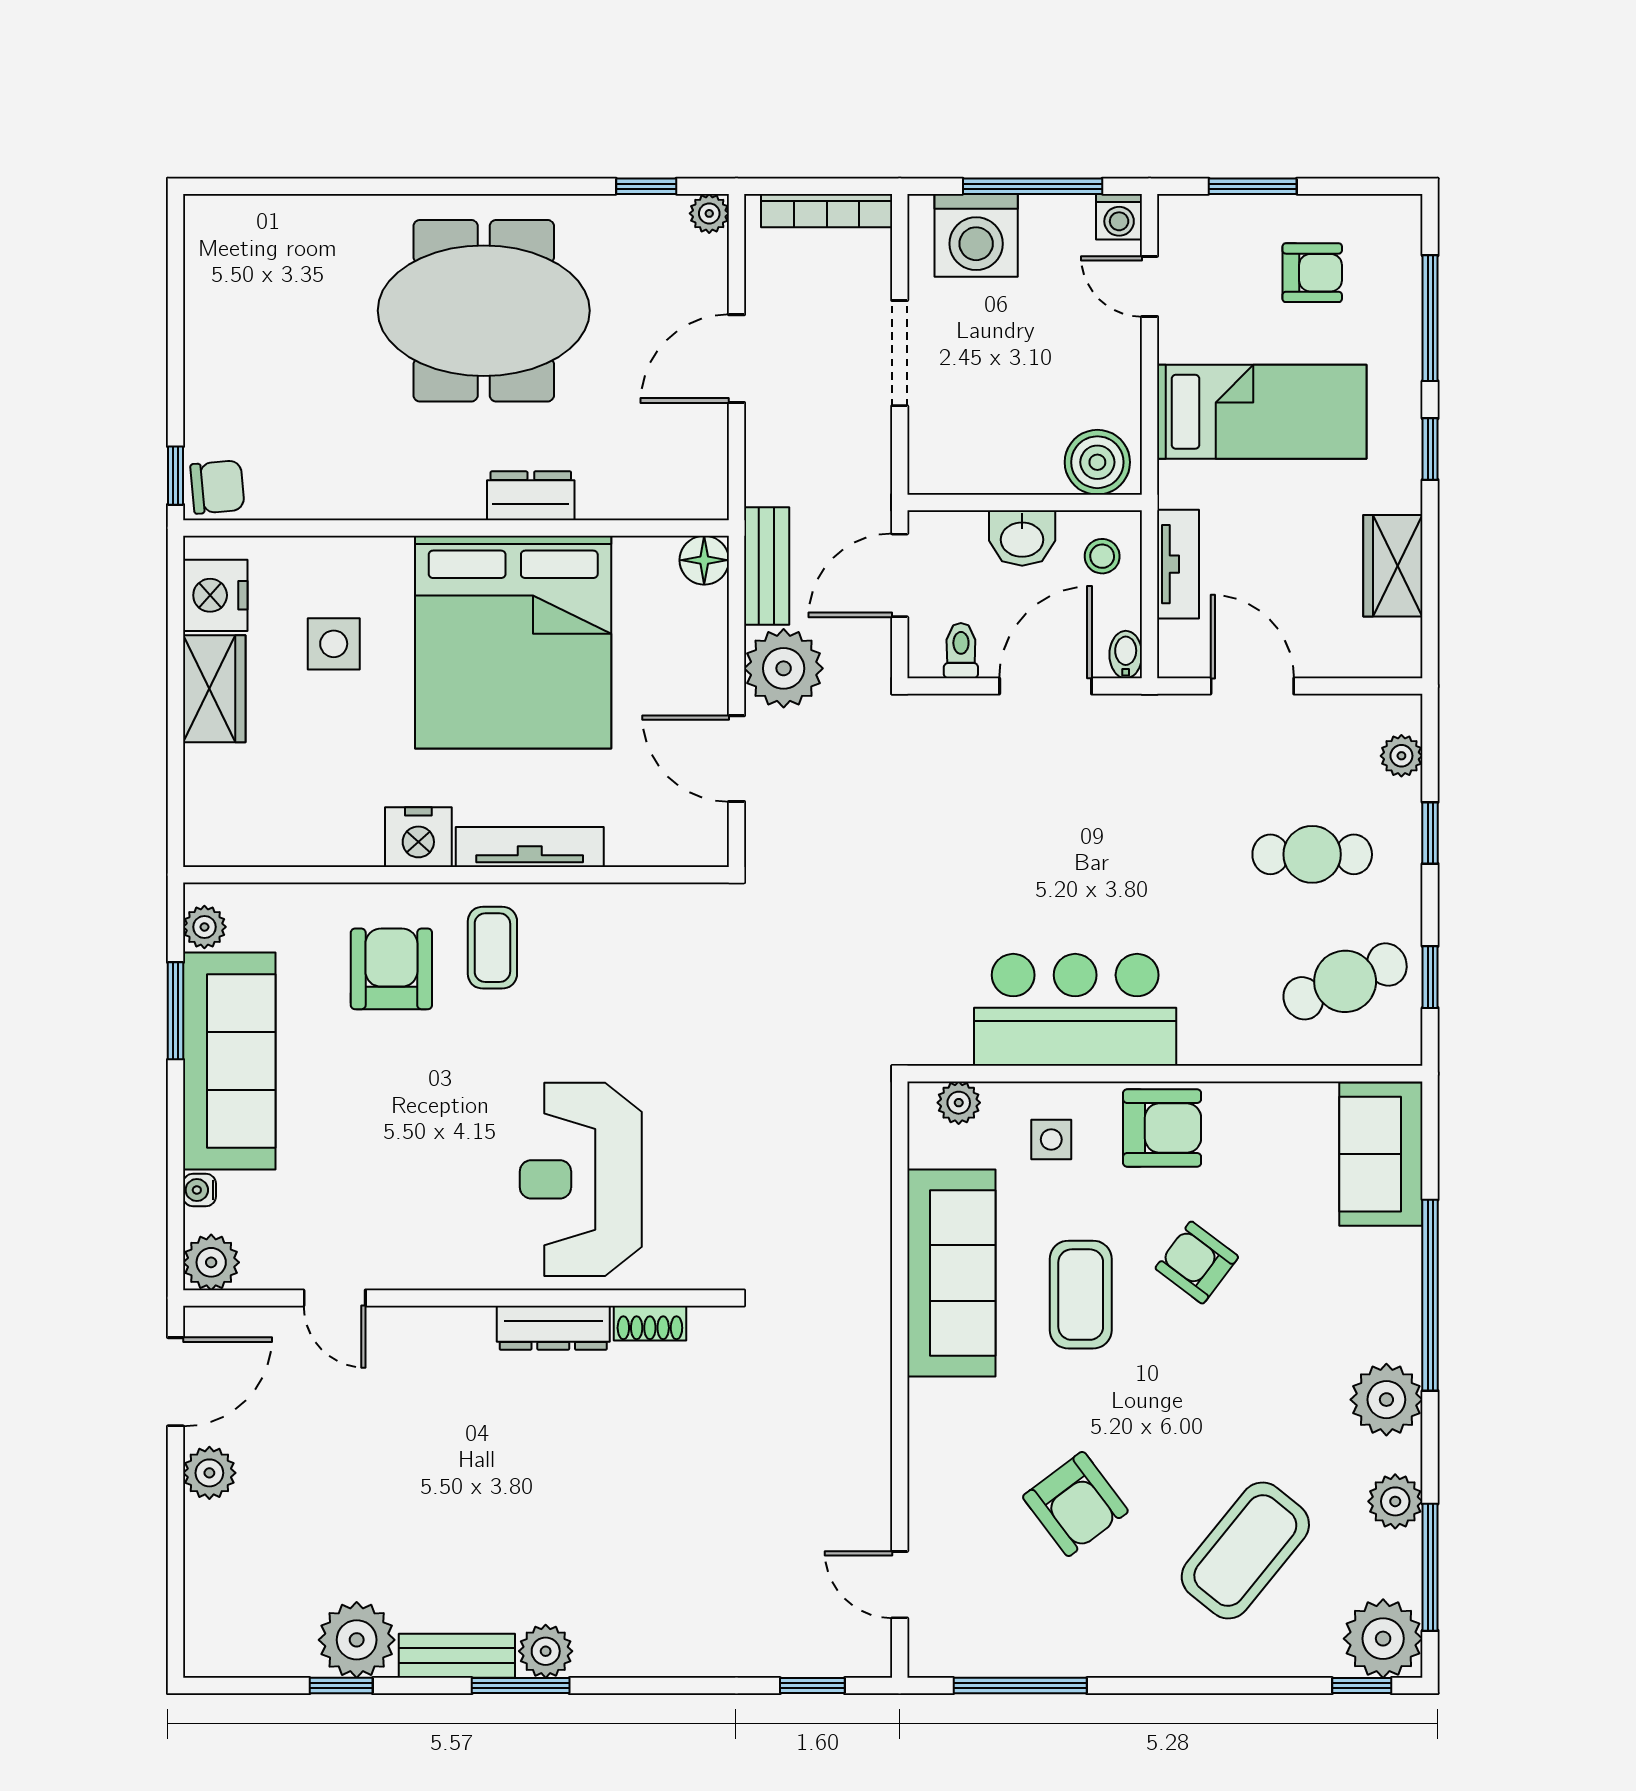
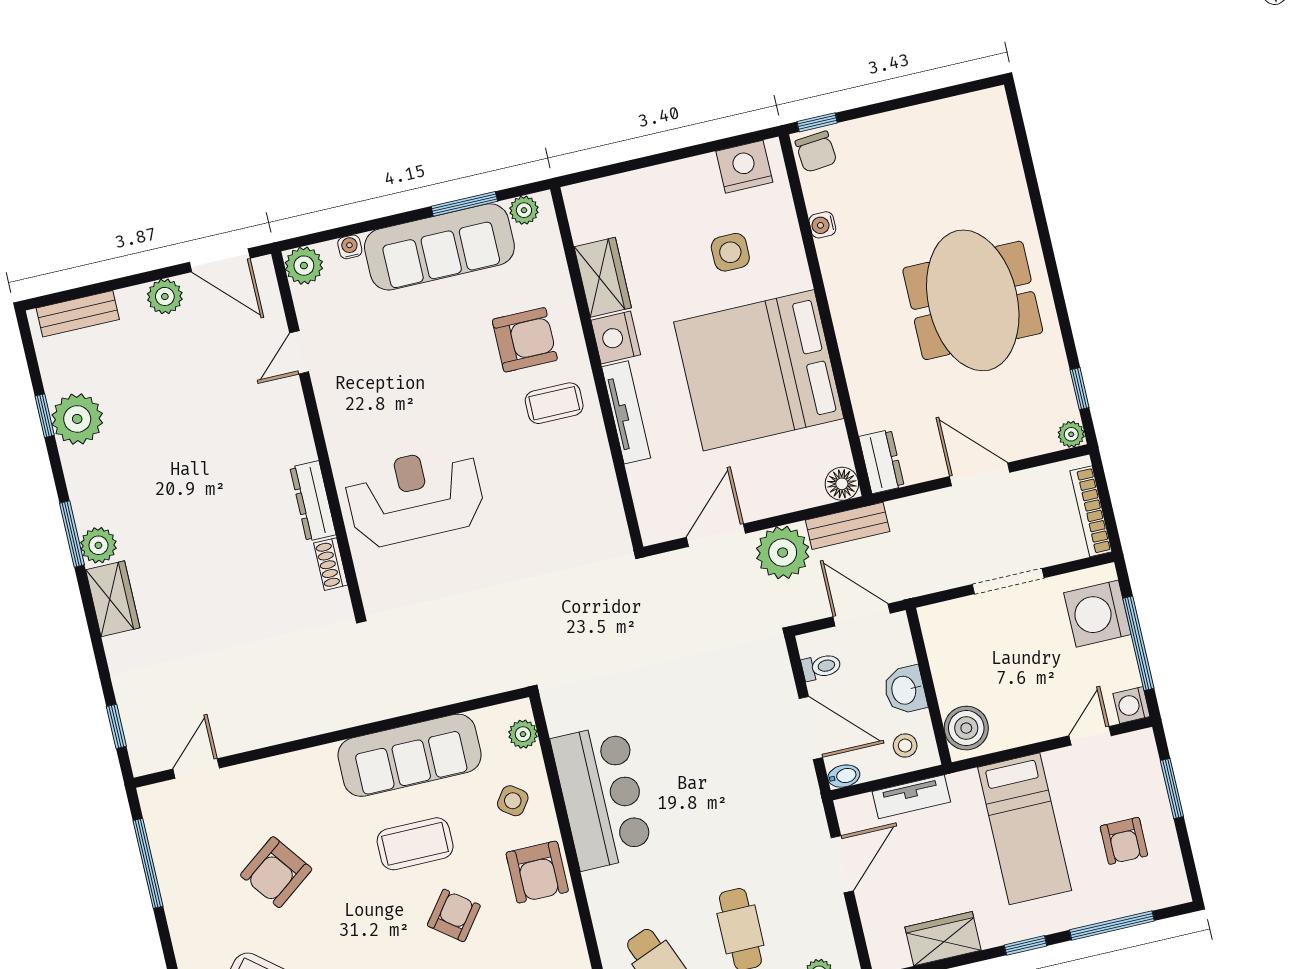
dresser: (531, 496) -> (881, 461), moved
water cooler: (325, 502) -> (822, 225), added
wardrobe: (214, 689) -> (603, 277), moved, turned -90
side table: (1051, 1140) -> (513, 801), turned 36
wardrobe: (627, 1648) -> (113, 599), added
bench: (457, 1656) -> (78, 314), moved, turned 90

